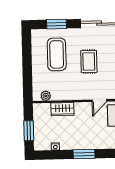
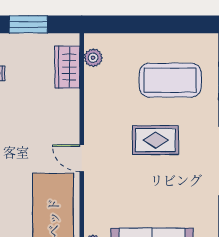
wardrobe: (62, 109) -> (67, 67), moved

